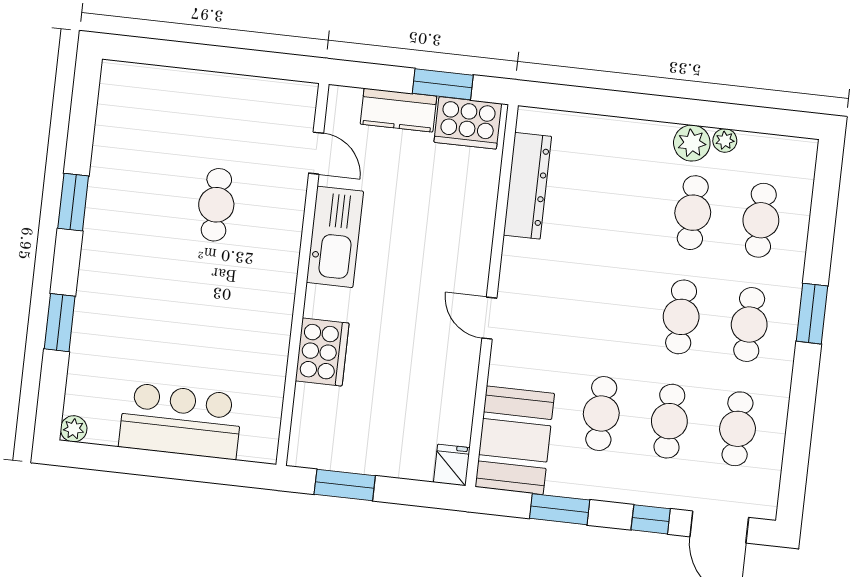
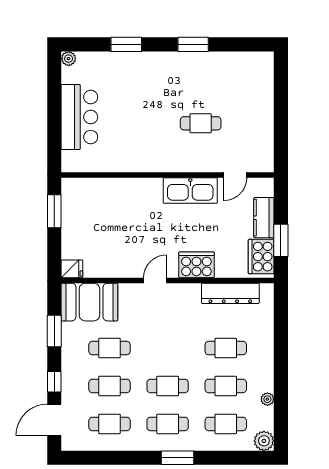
plant: (692, 143) -> (264, 441), moved
cafe table: (625, 205) -> (226, 348), added
cooker: (322, 352) -> (196, 265), moved, turned 180

